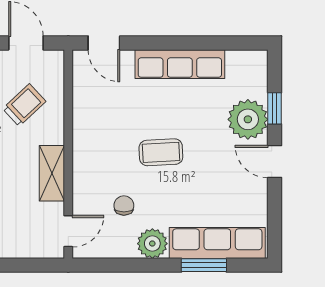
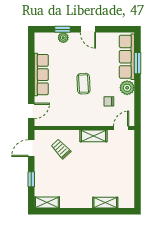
plant: (248, 119) -> (63, 38), width x0.53, depth x0.53
door: (275, 162) -> (88, 29), hinge flipped
door: (68, 231) -> (121, 128), hinge flipped

